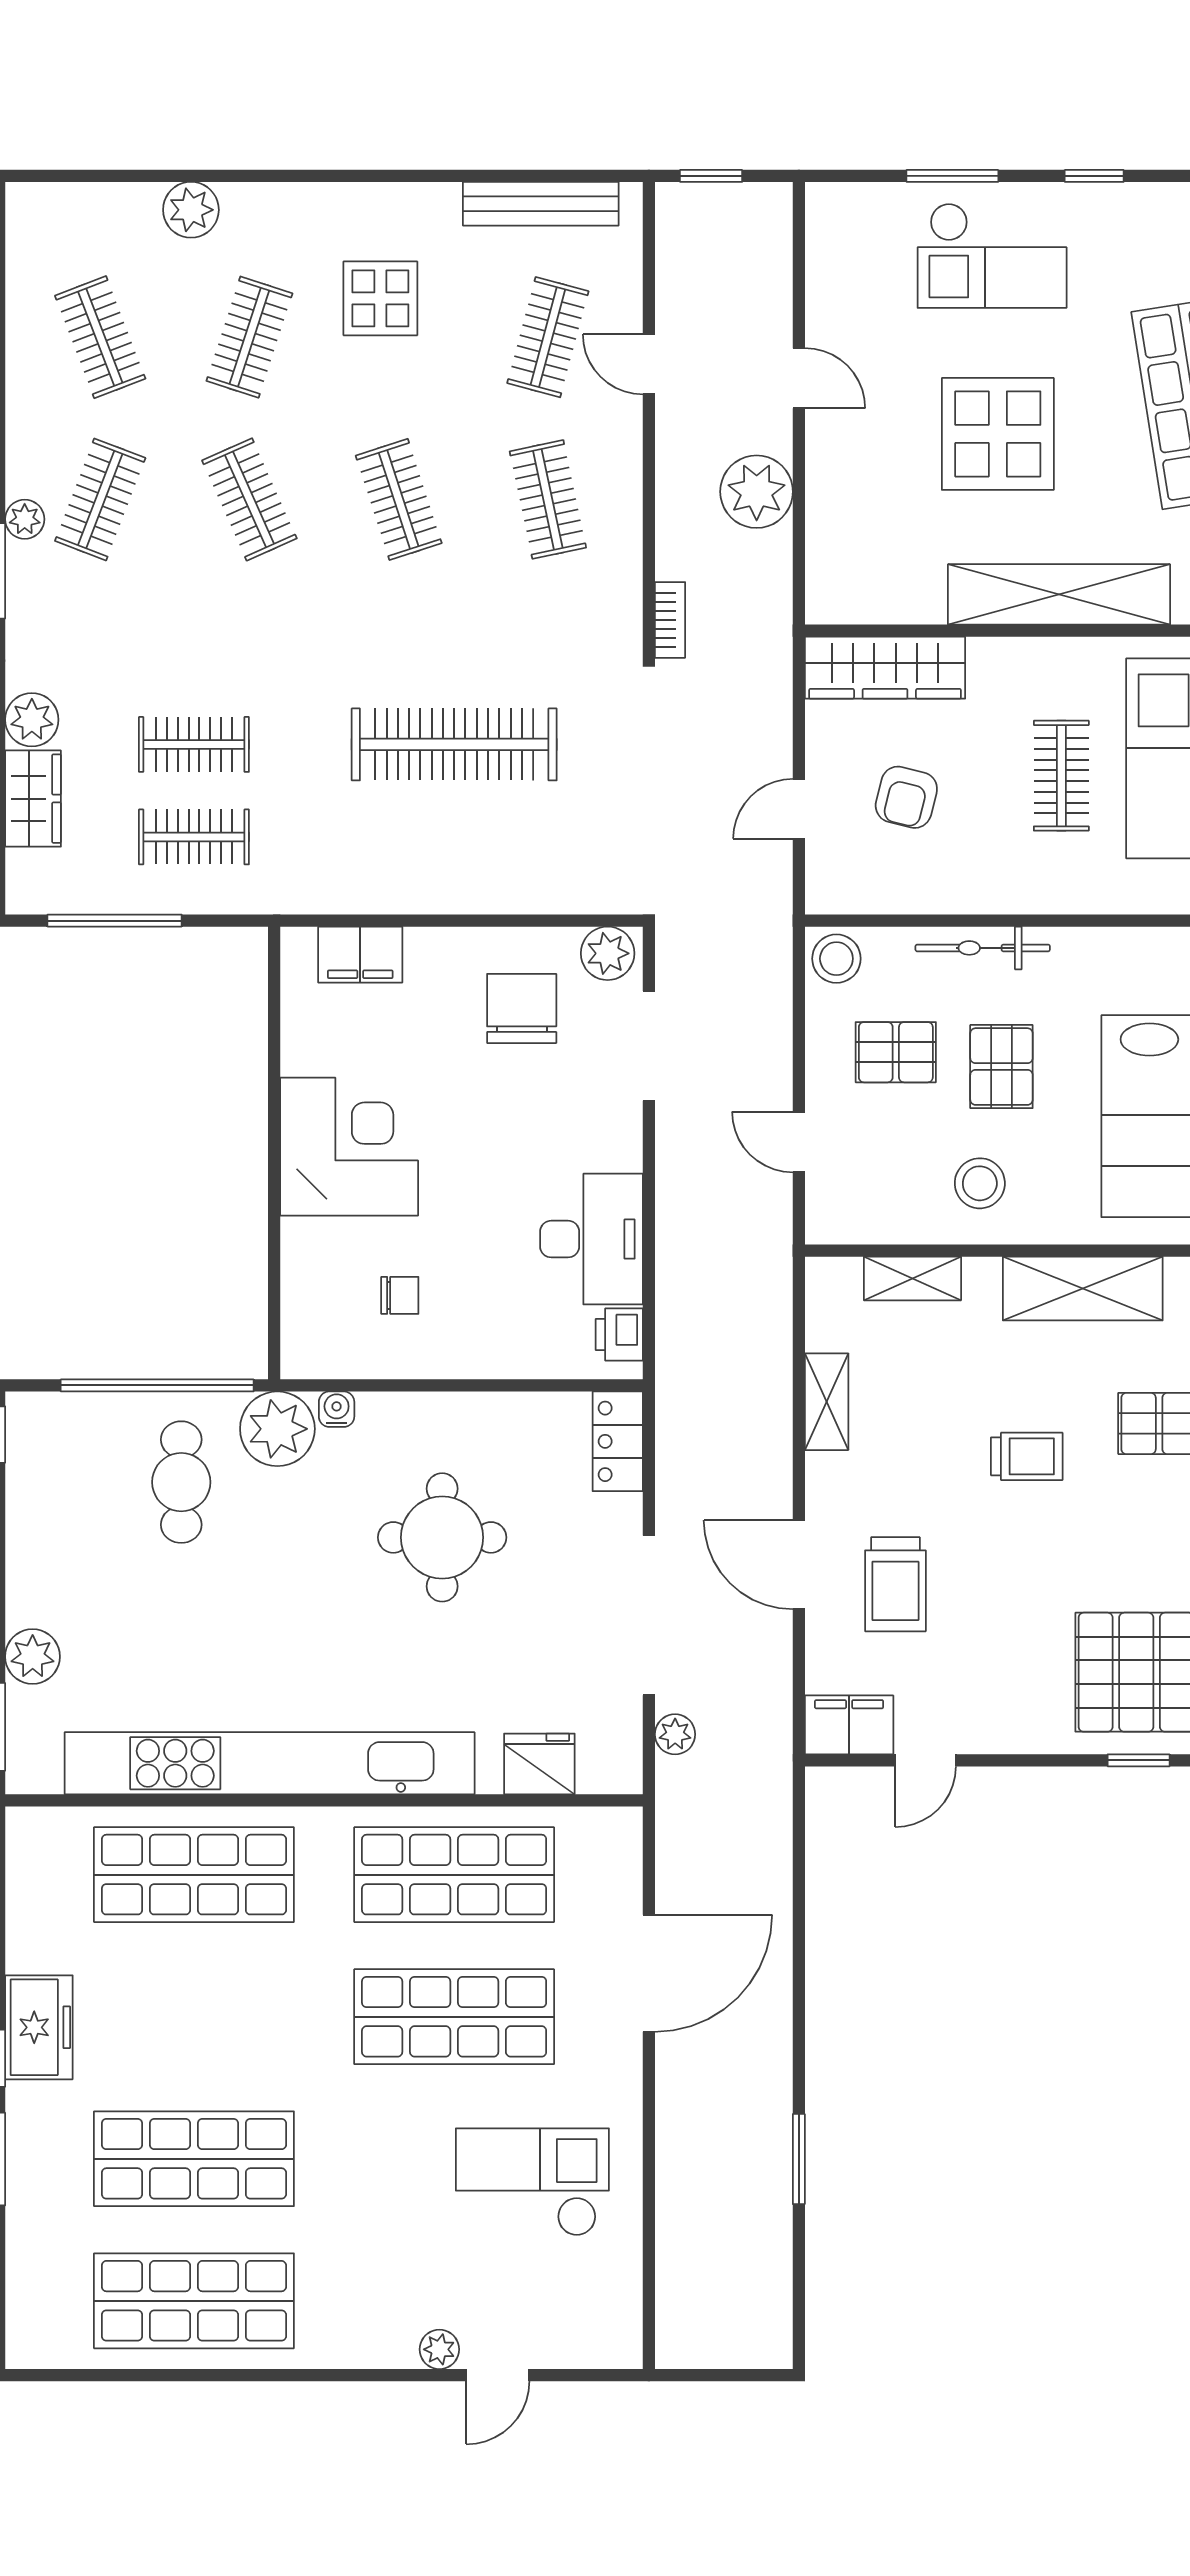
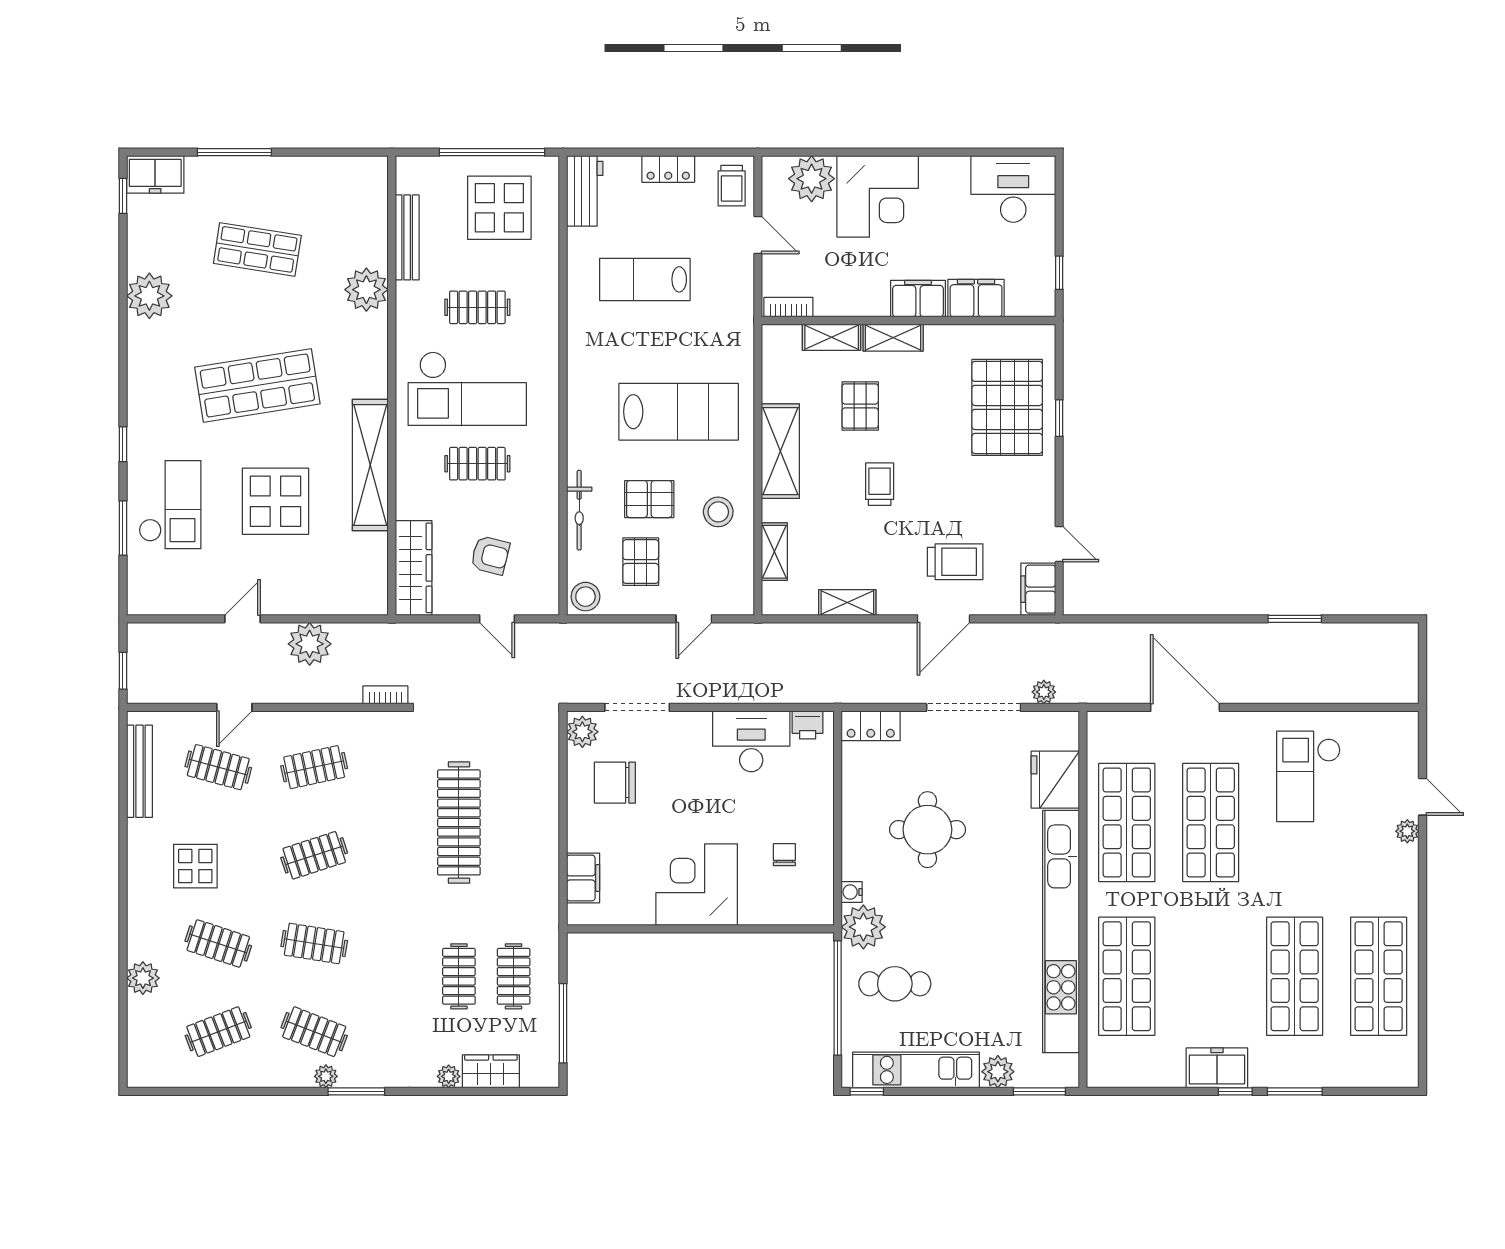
clothes rail: (249, 499) -> (314, 943), turned 33
plant: (32, 720) -> (449, 1076), width x0.73, depth x0.73
kitchen unit: (35, 1518) -> (916, 1070), added
fridge: (539, 1764) -> (1055, 780), width x1.36, depth x1.34

